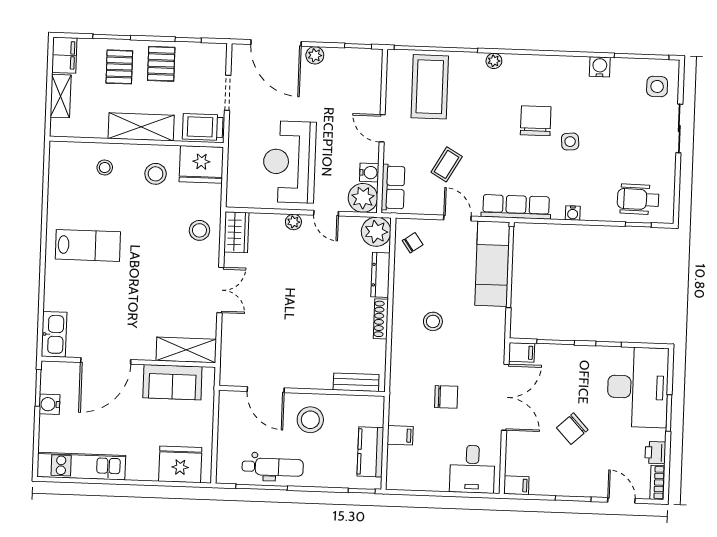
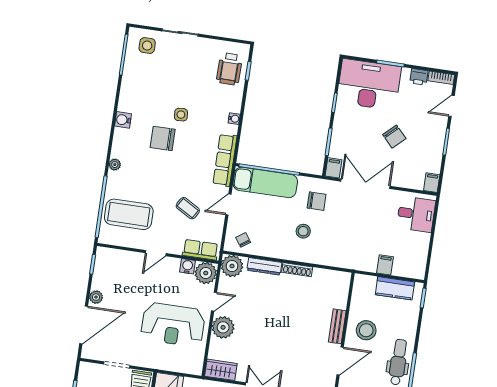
water cooler: (600, 67) -> (123, 120), moved
plant: (293, 222) -> (223, 327), width x1.88, depth x1.88
bench: (356, 382) -> (337, 326), moved
chair: (446, 397) -> (317, 201), moved, turned 90

